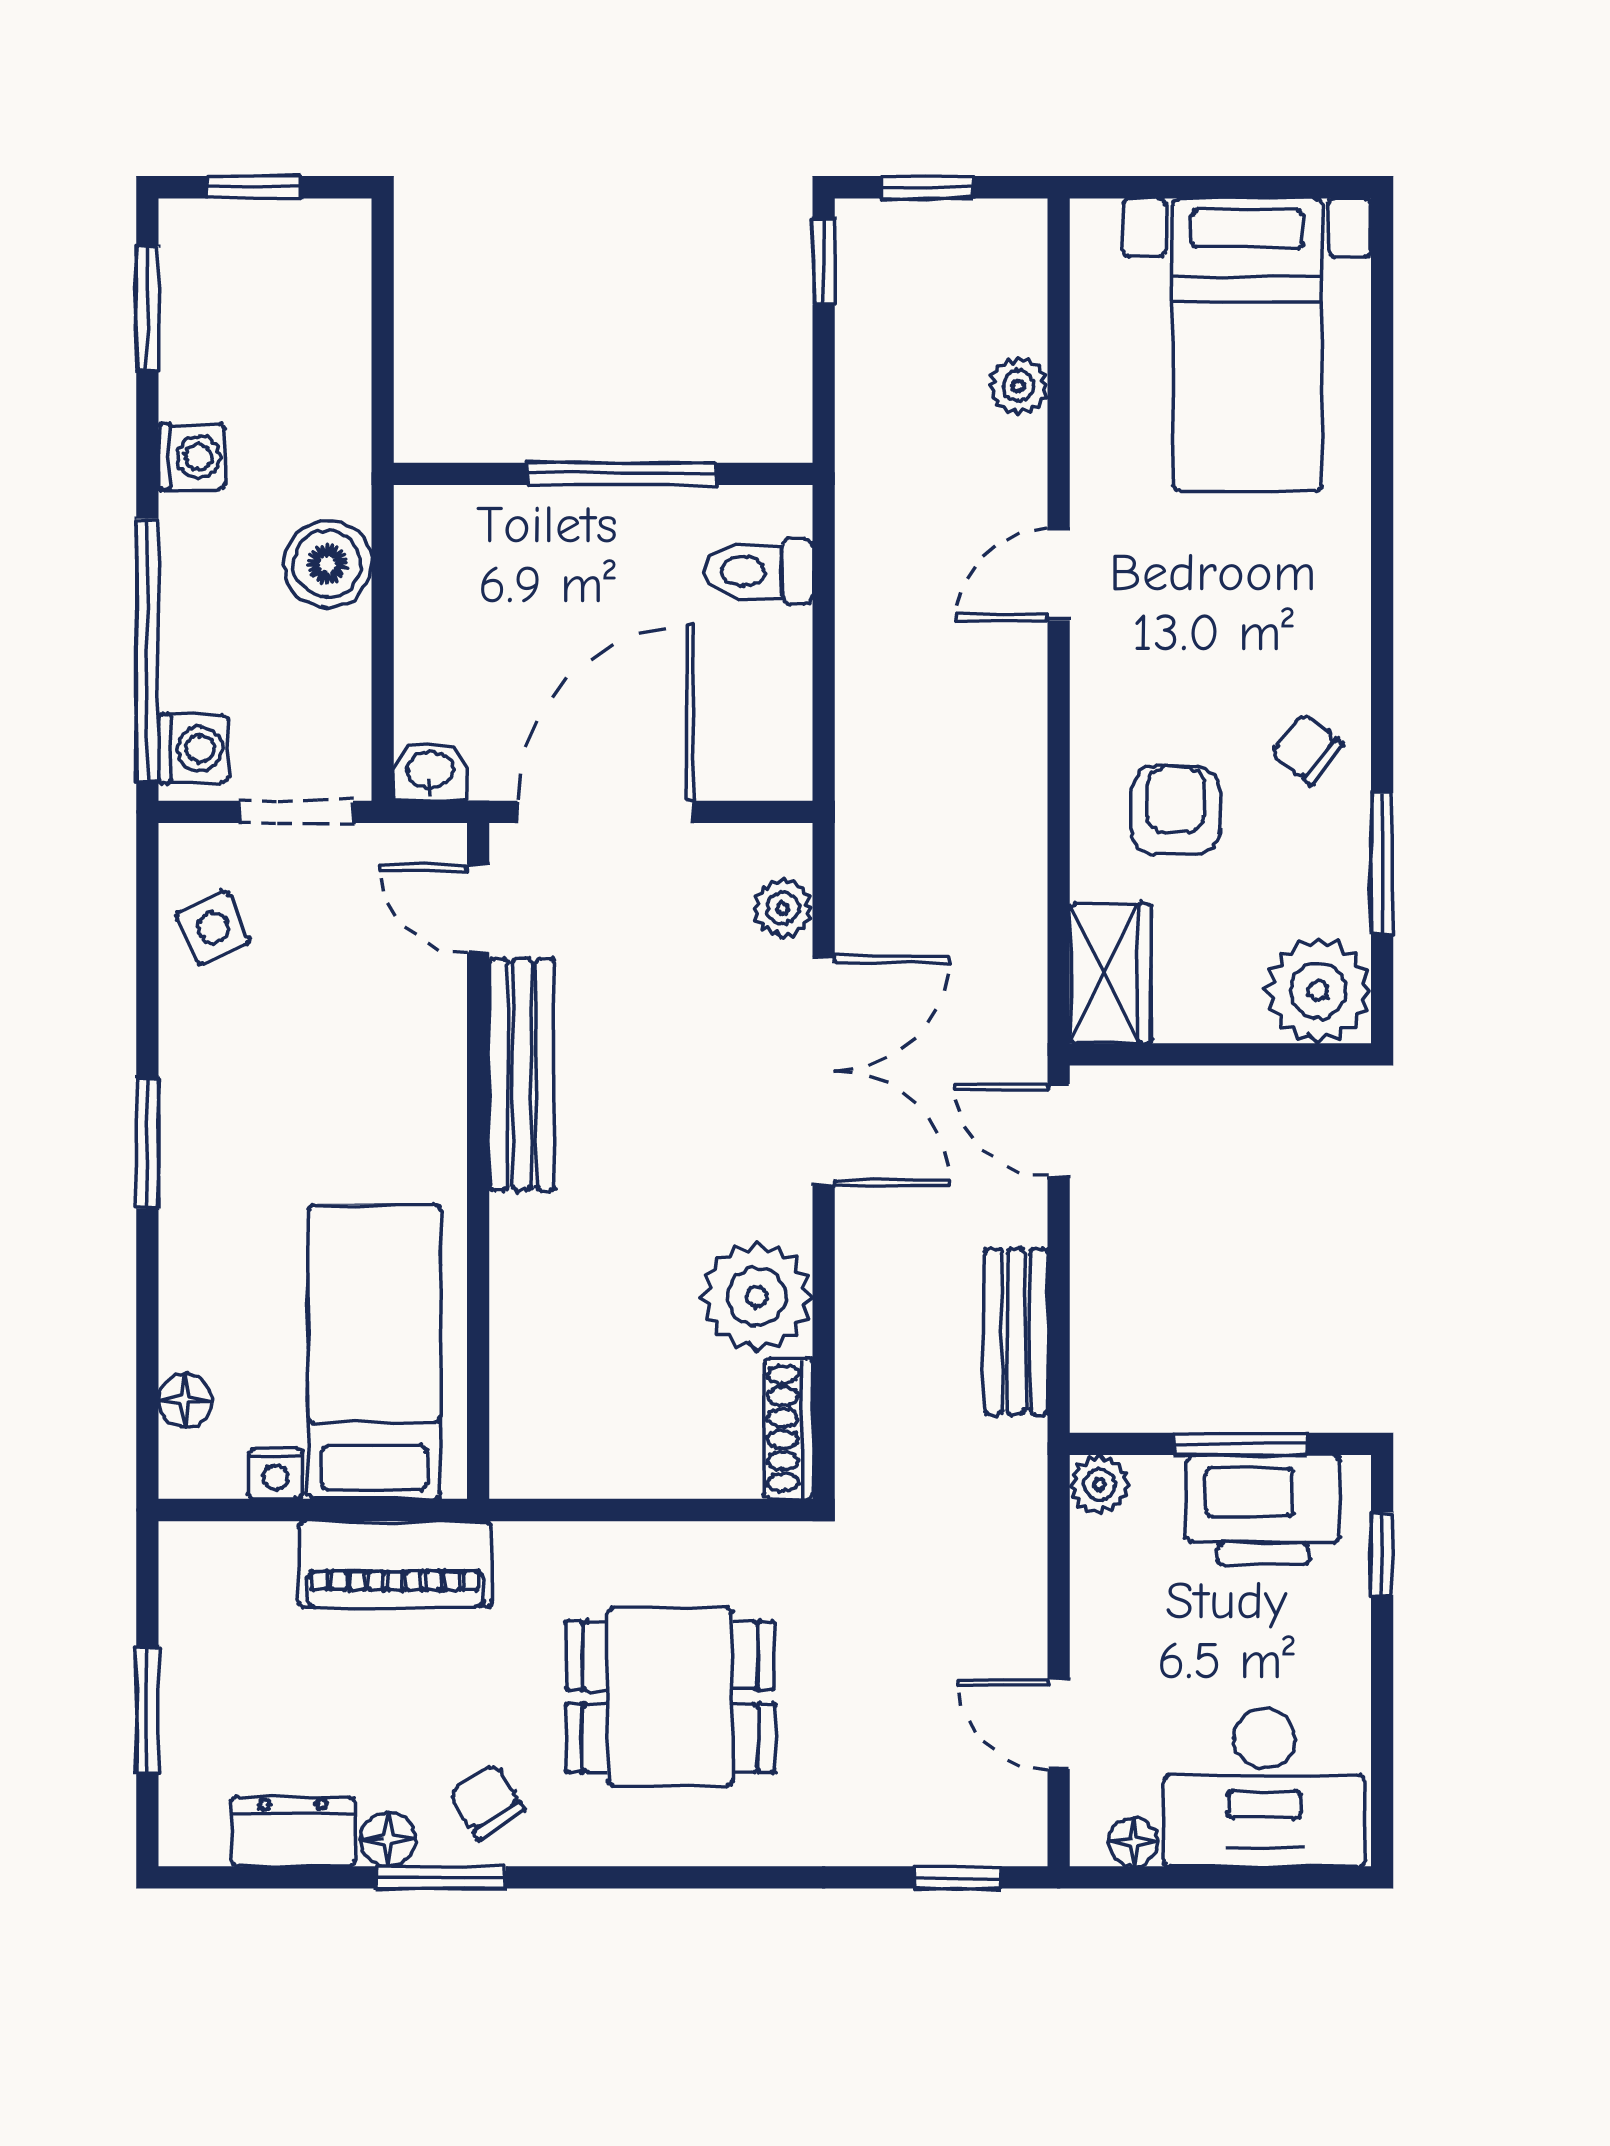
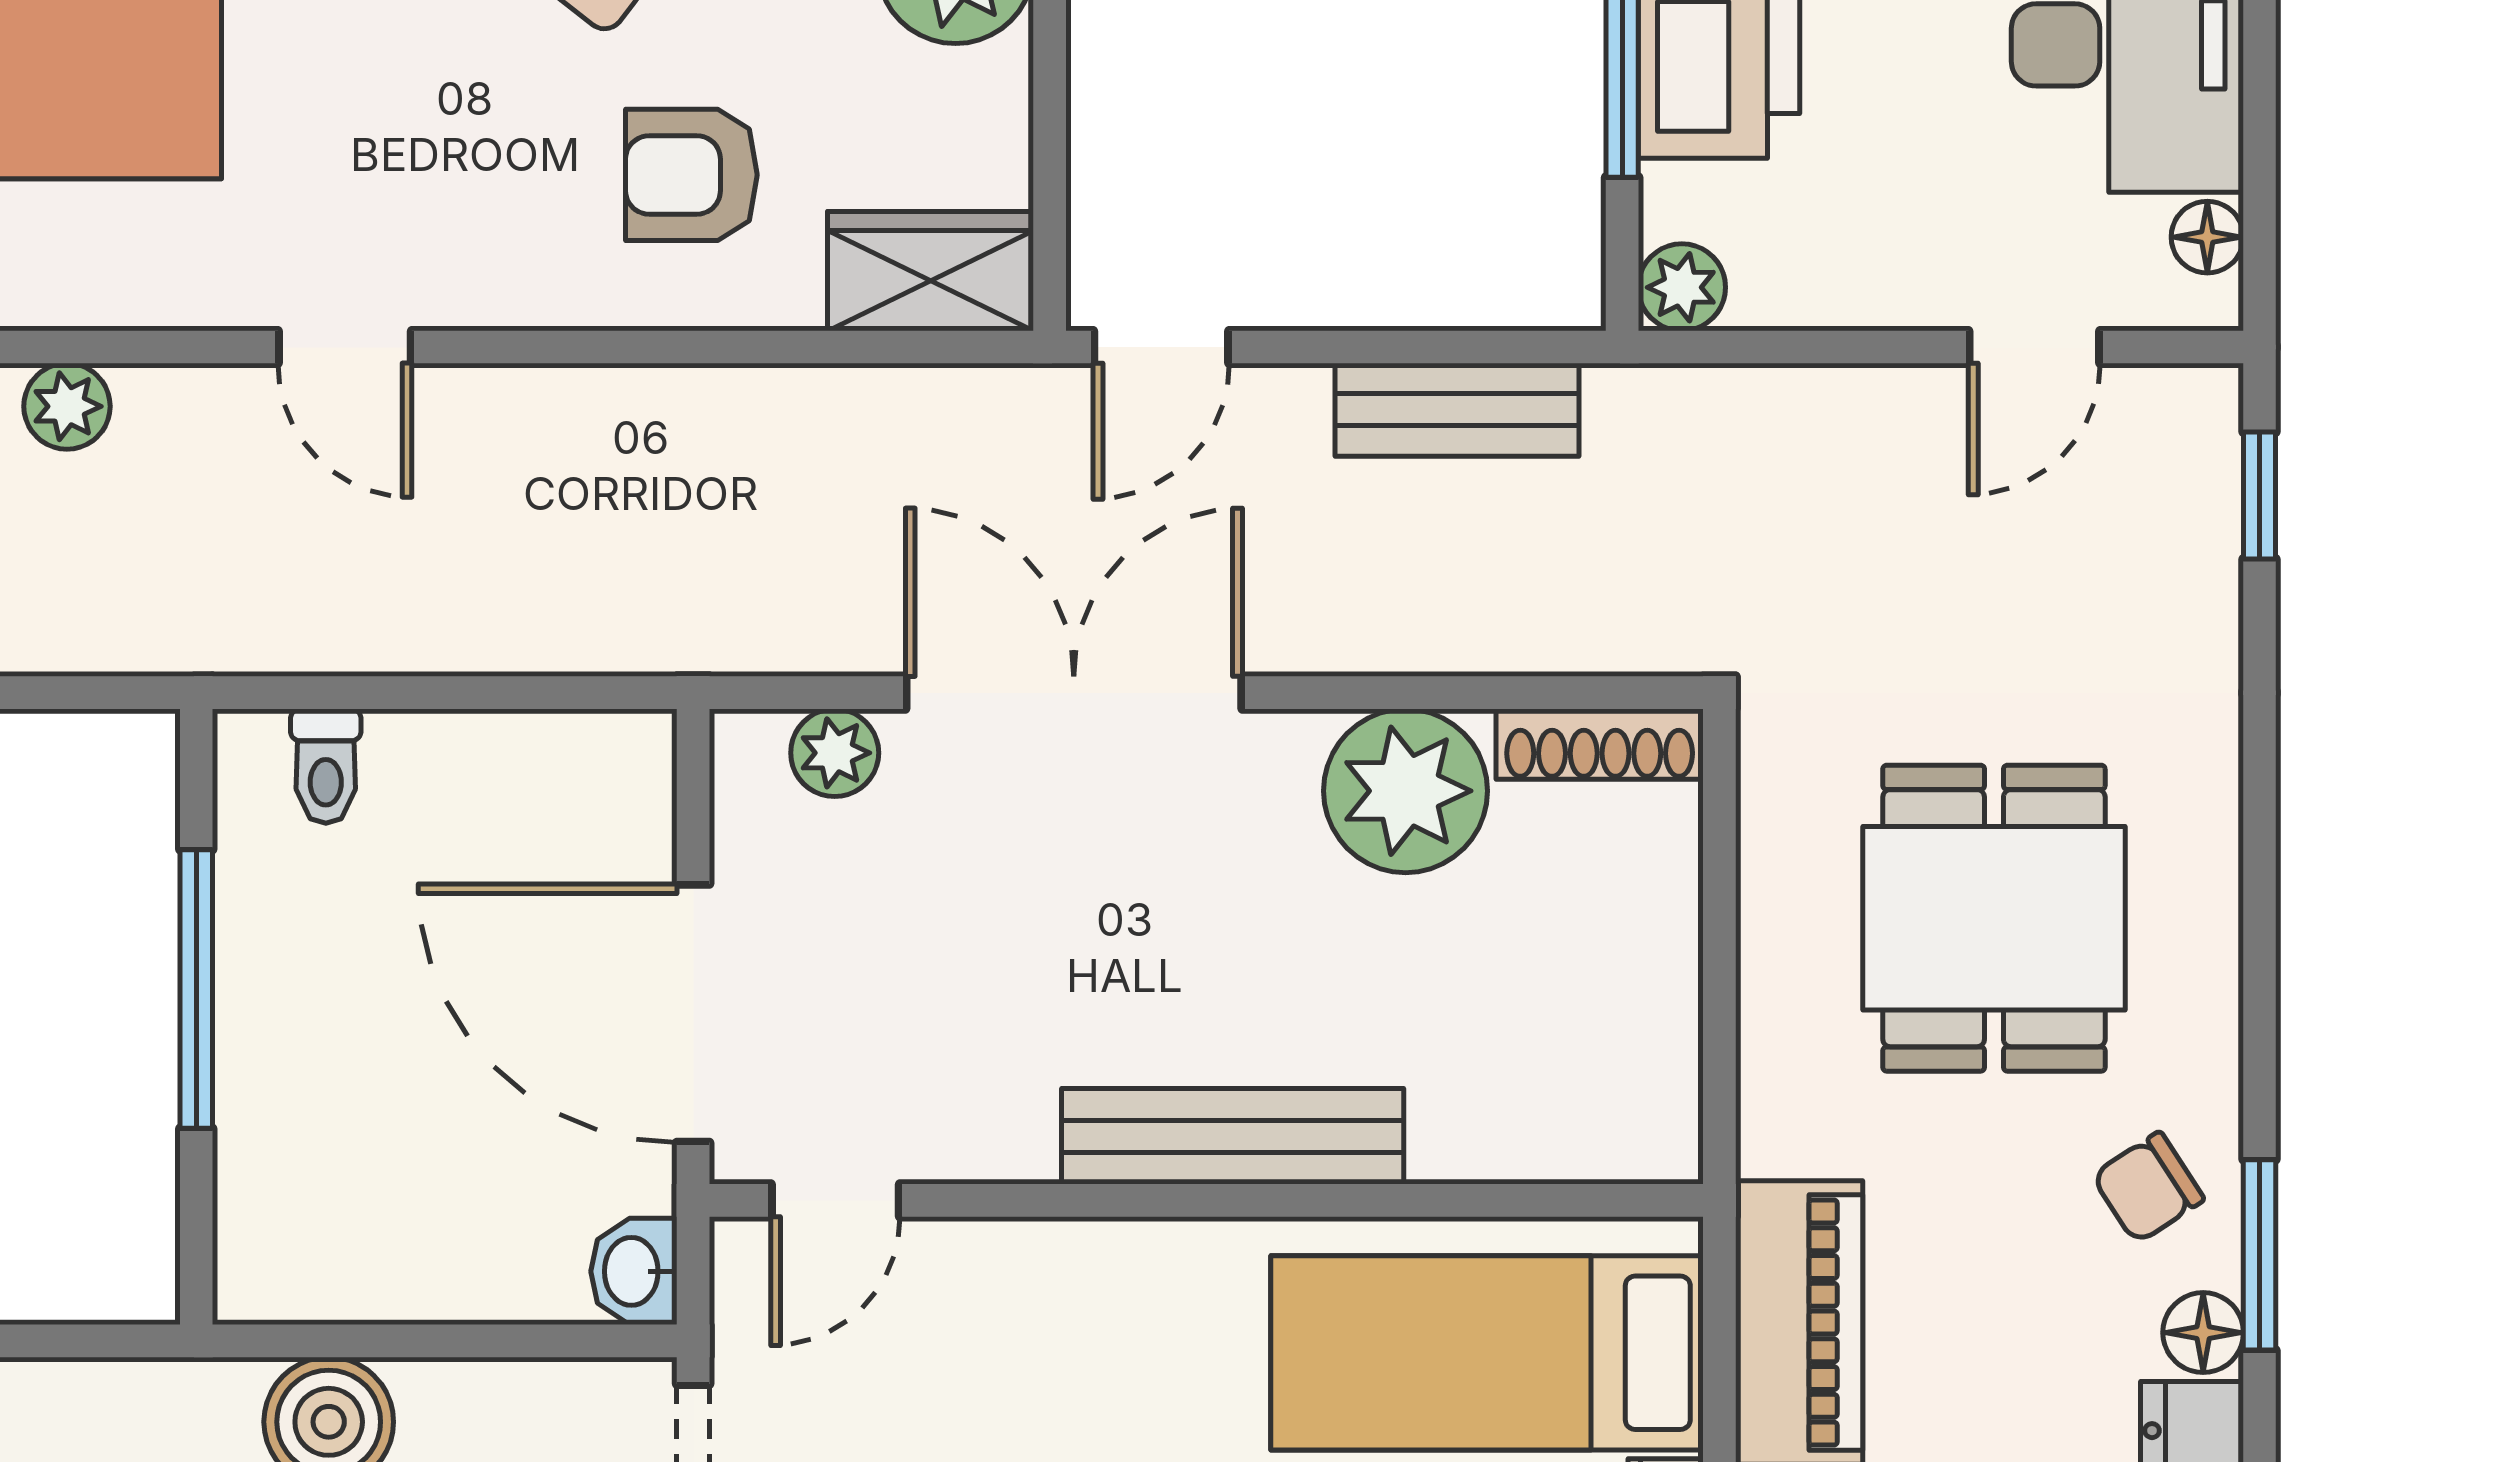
toilet: (759, 571) -> (326, 766), width x0.73, depth x0.72
bench: (522, 1074) -> (1233, 1136), moved

